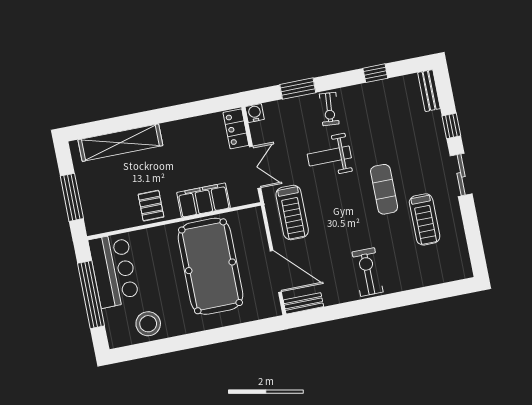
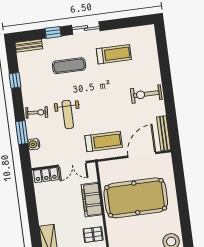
water cooler: (255, 113) -> (34, 144), moved
double door: (255, 167) -> (72, 164), swing flipped
exercise mat: (384, 189) -> (69, 66), moved
bench: (303, 303) -> (164, 133), width x1.36

